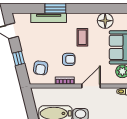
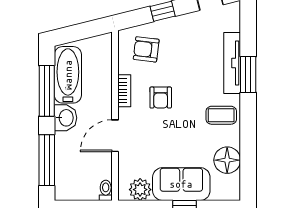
coffee table: (82, 37) -> (221, 115), moved
door: (91, 86) -> (115, 136), swing flipped

